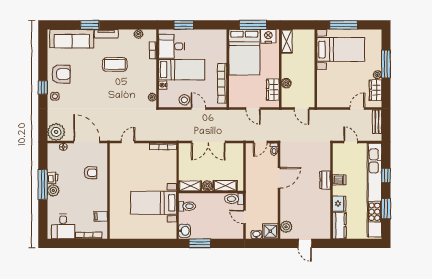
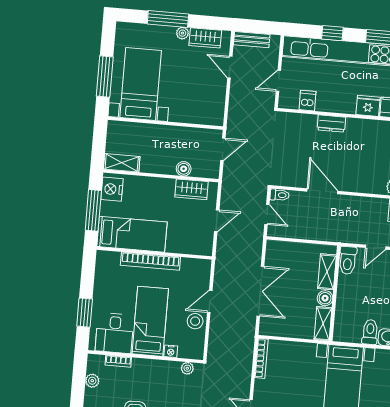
bed: (244, 52) -> (132, 234), width x0.67
bookcase: (222, 83) -> (150, 261), moved
dishwasher: (339, 180) -> (307, 101), moved
toilet: (187, 206) -> (370, 332), moved

